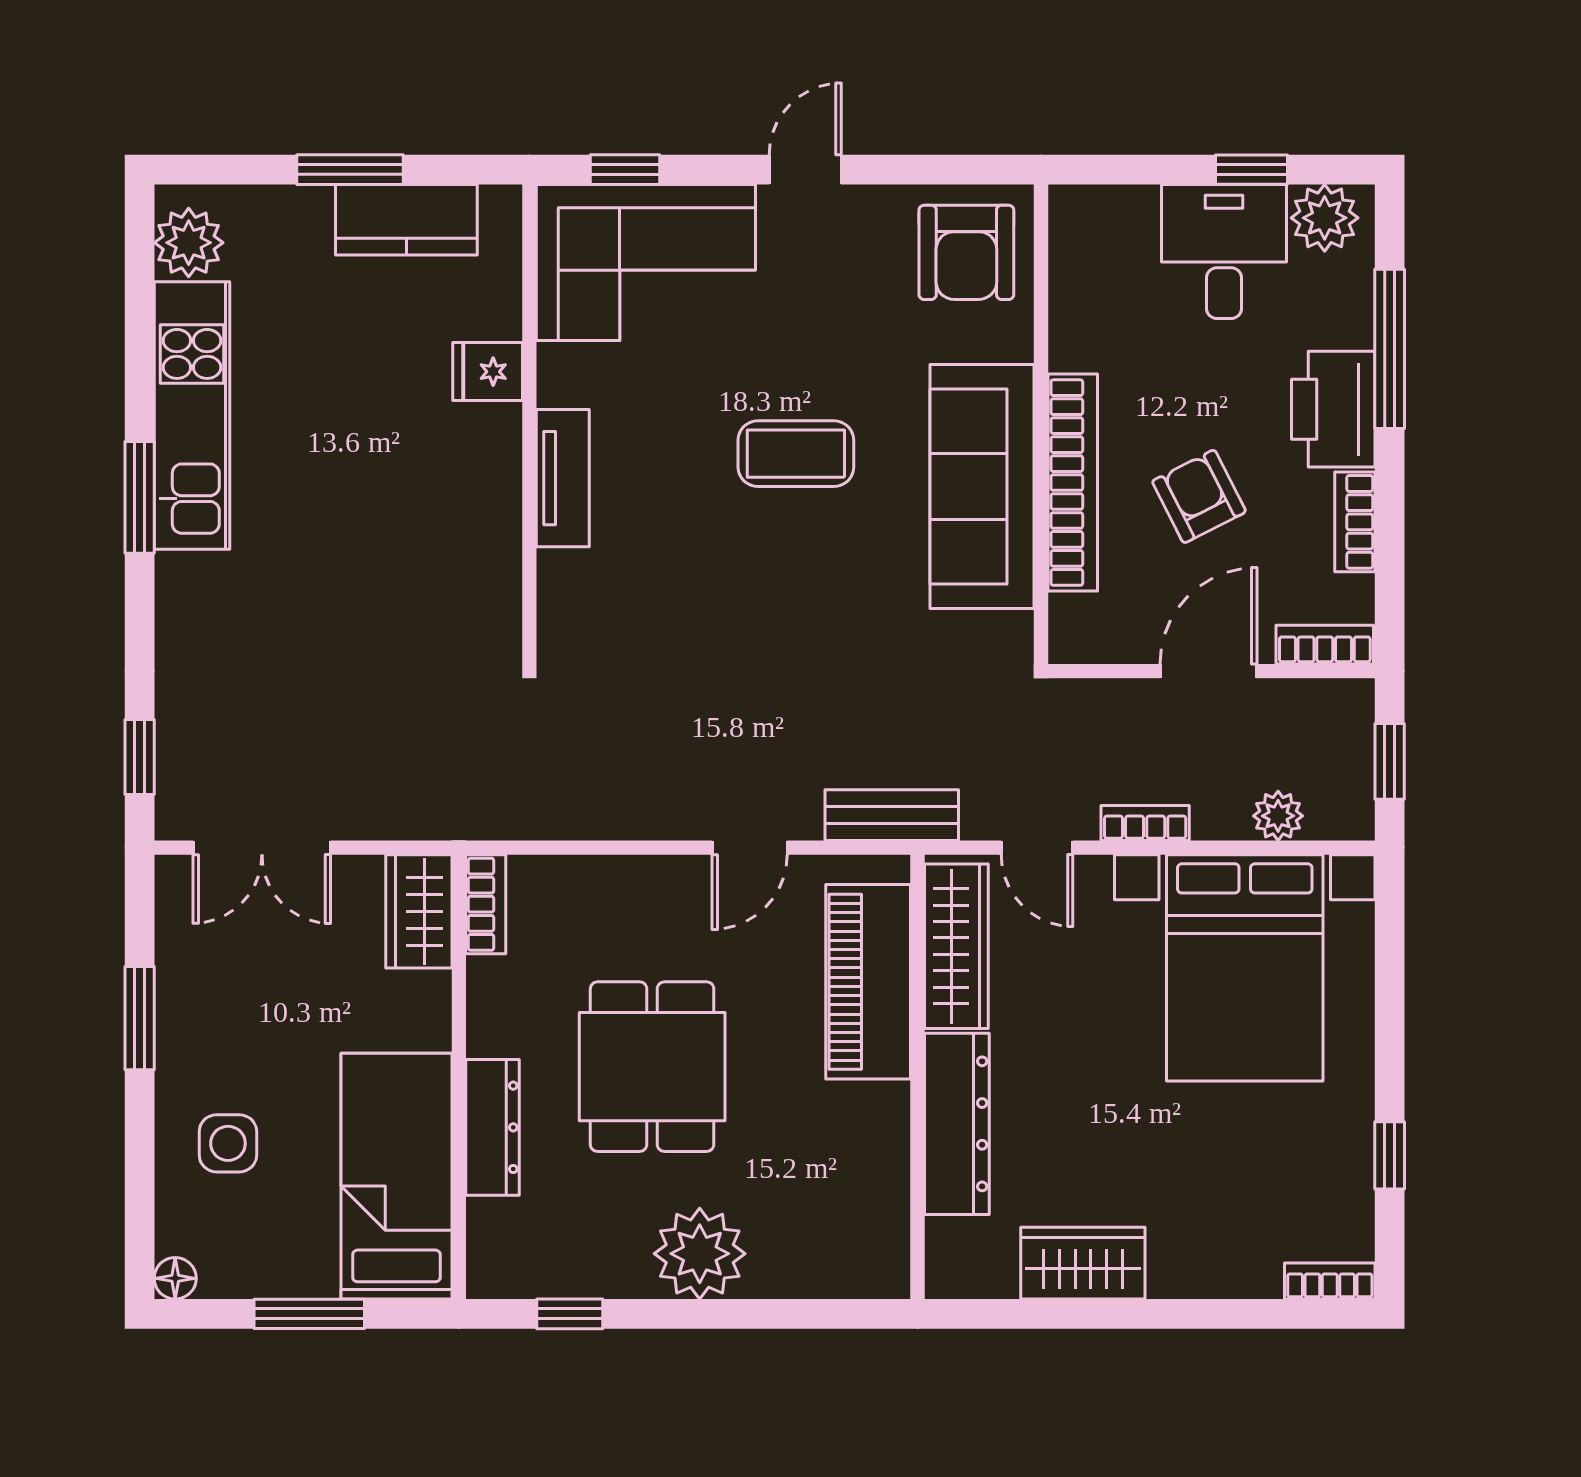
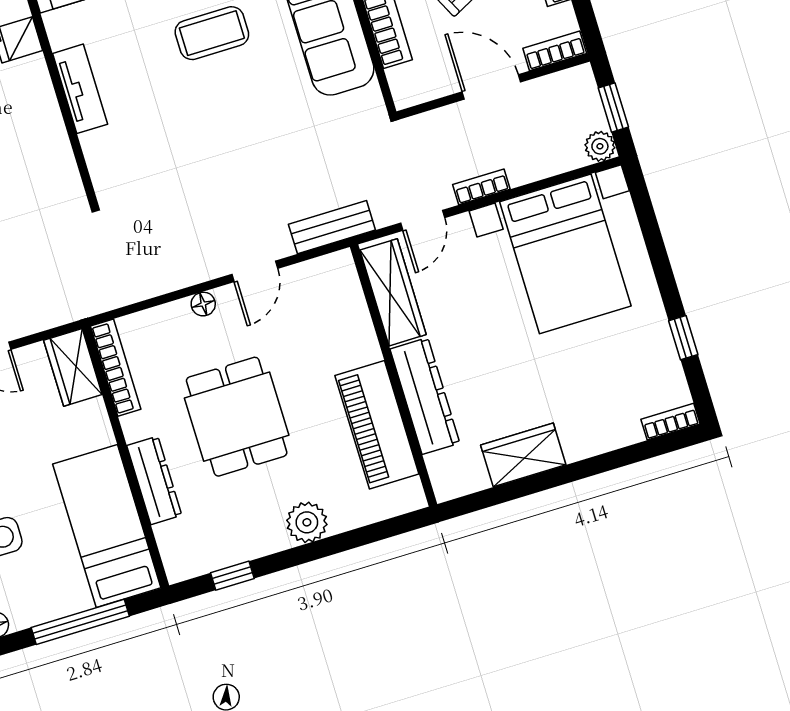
door: (1208, 671) -> (491, 87), hinge flipped
plant: (1278, 816) -> (600, 146), moved
door: (1037, 848) -> (423, 220), hinge flipped
floor lamp: (653, 874) -> (203, 304), added
bookcase: (486, 904) -> (116, 368), width x1.56
piano: (868, 982) -> (377, 425), moved
plant: (700, 1254) -> (307, 522), width x0.73, depth x0.73
window: (309, 1314) -> (80, 622), width x1.44

